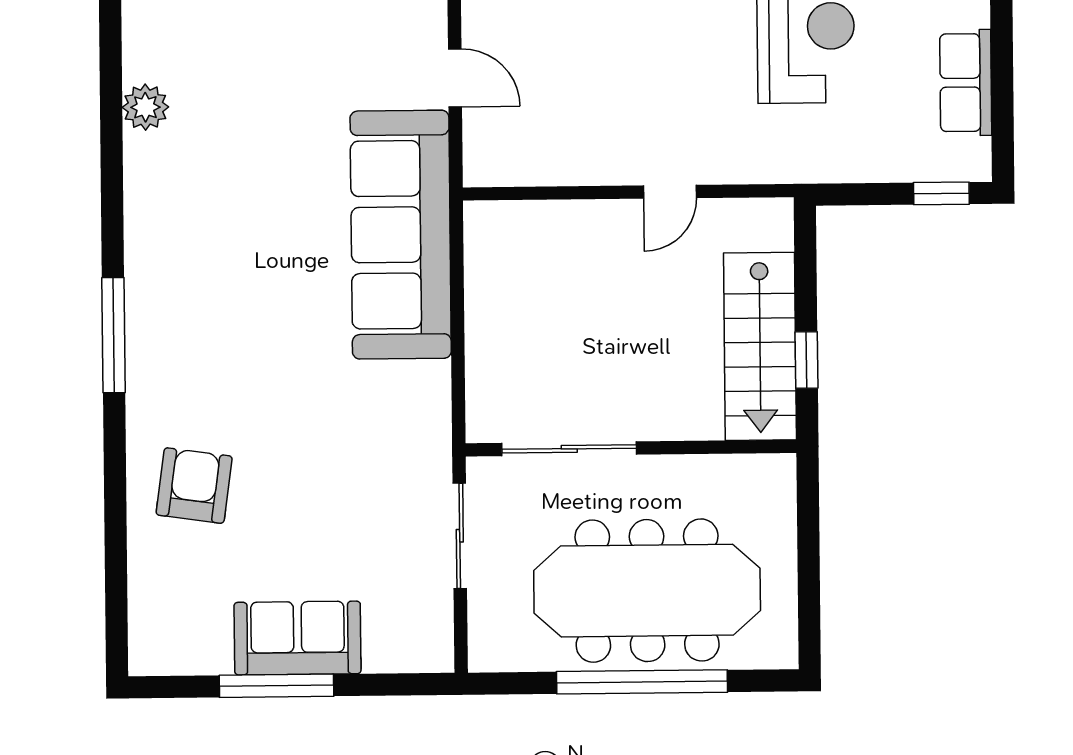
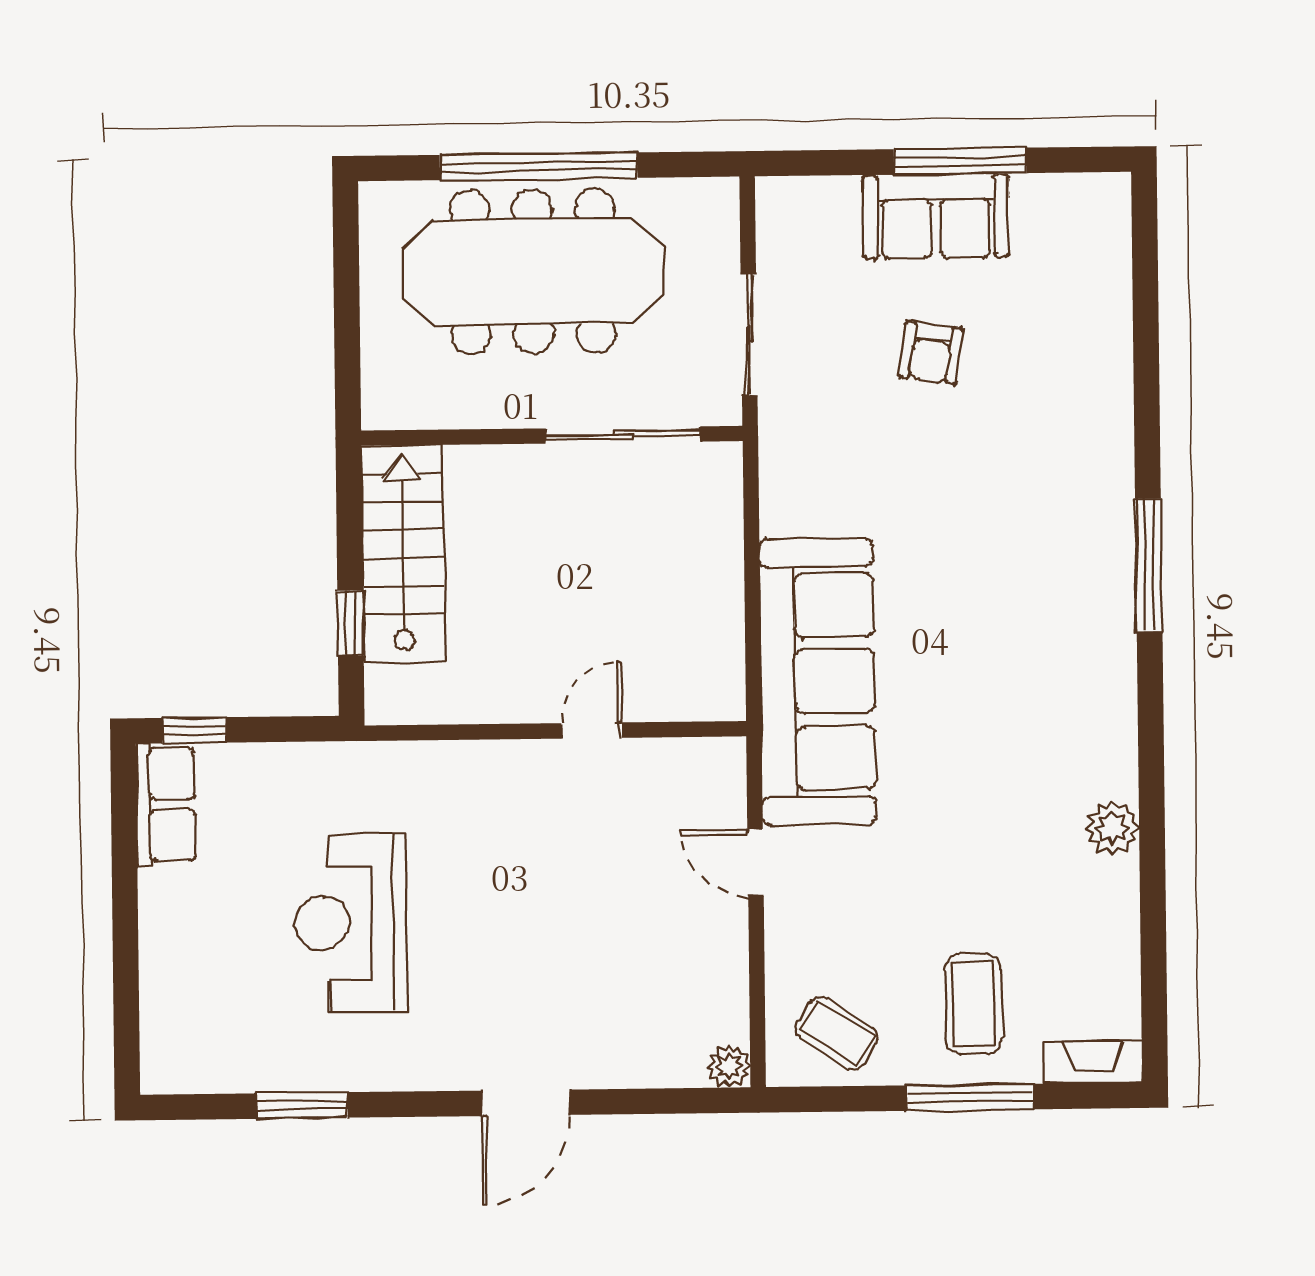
row of seats: (966, 83) -> (166, 805), moved
door: (670, 192) -> (592, 731), moved
window: (806, 360) -> (351, 623), moved
armchair: (194, 486) -> (931, 353), moved, width x0.72, depth x0.72

